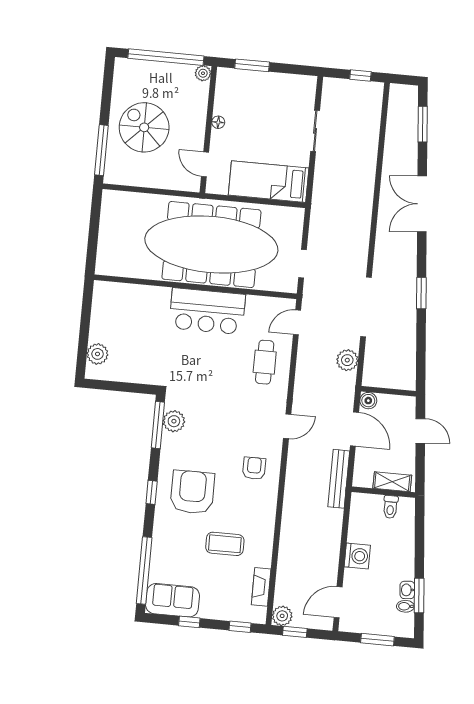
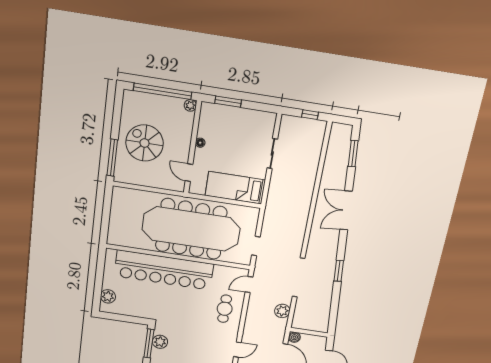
bar counter: (207, 311) -> (164, 270), width x1.86

